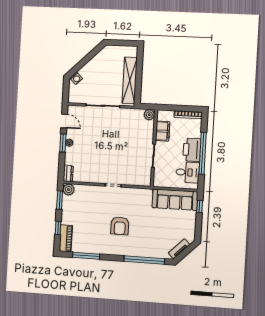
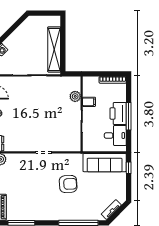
plant: (149, 115) -> (75, 96), moved
filing cabinet: (163, 131) -> (89, 102), width x0.50
window: (203, 153) -> (129, 116), width x0.68
armchair: (120, 226) -> (68, 184), moved, turned -93

